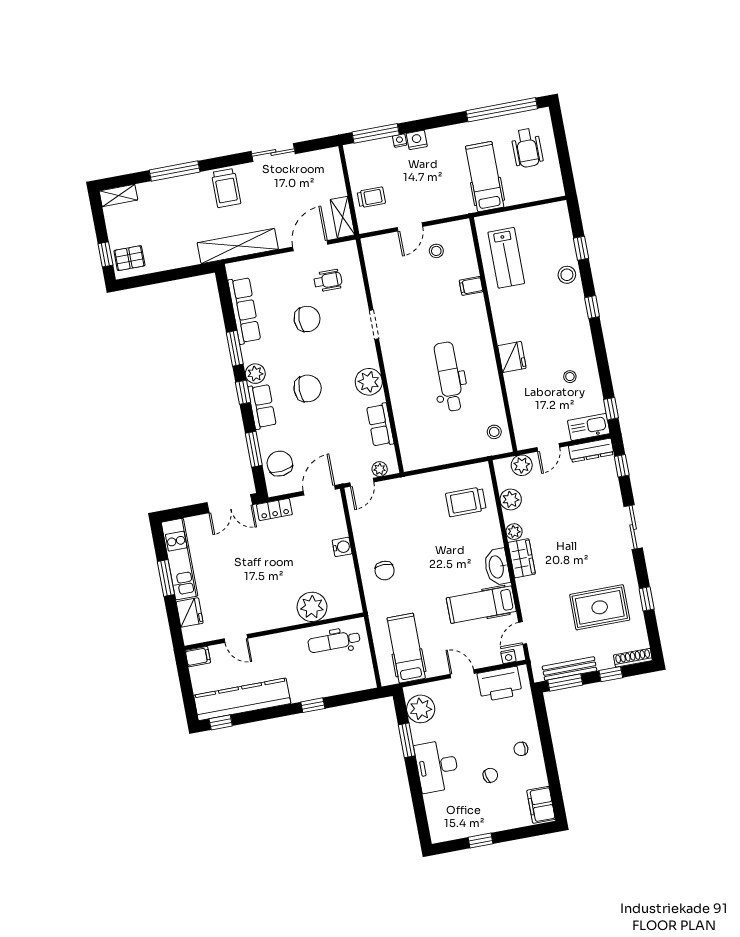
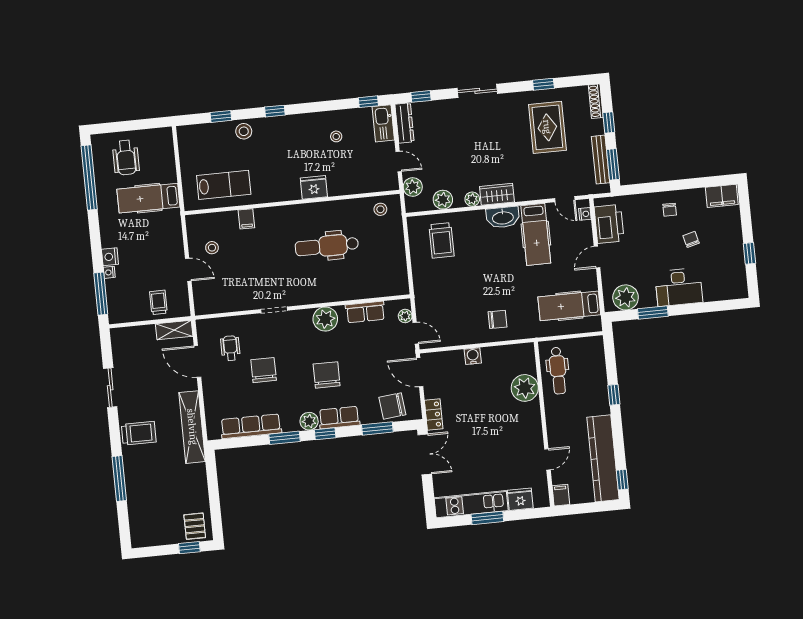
wheelchair: (527, 148) -> (126, 158), turned 90
shelving: (118, 195) -> (137, 531), removed

